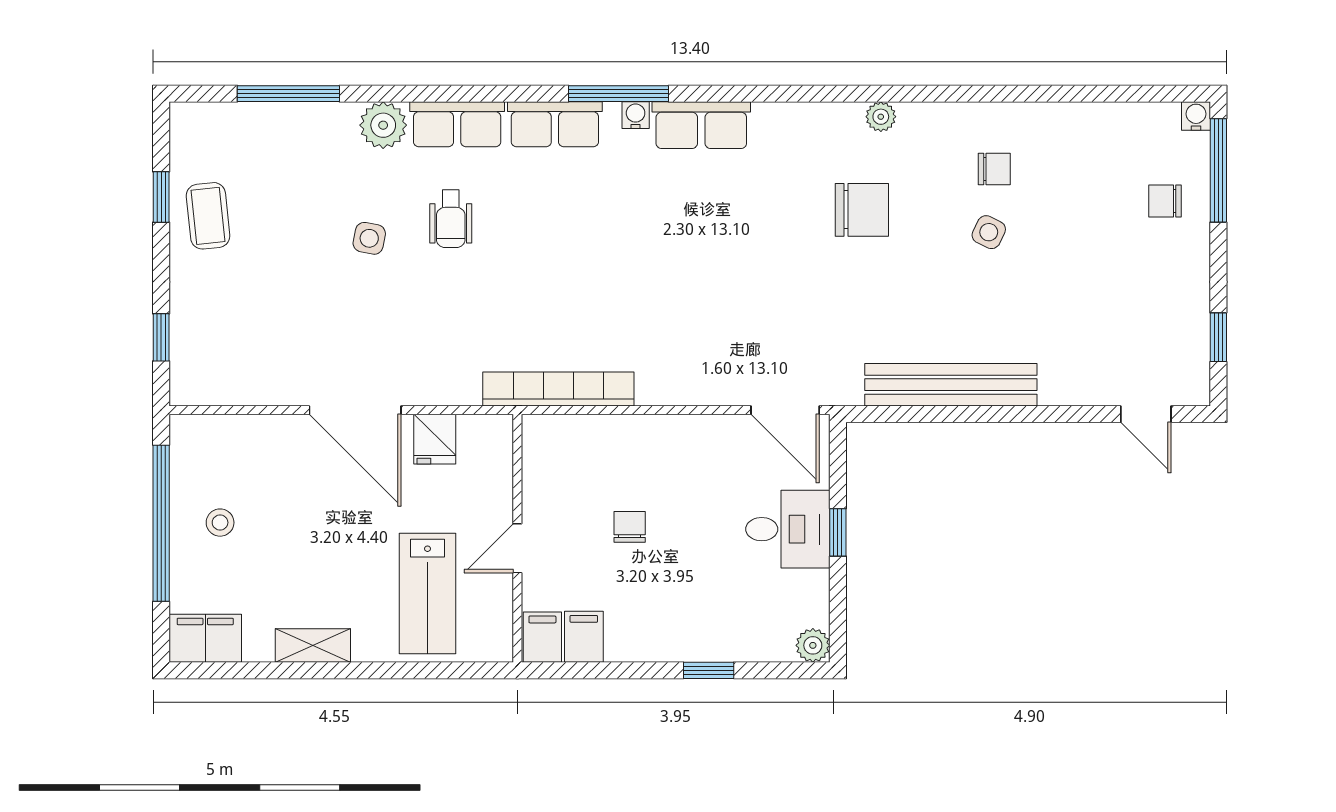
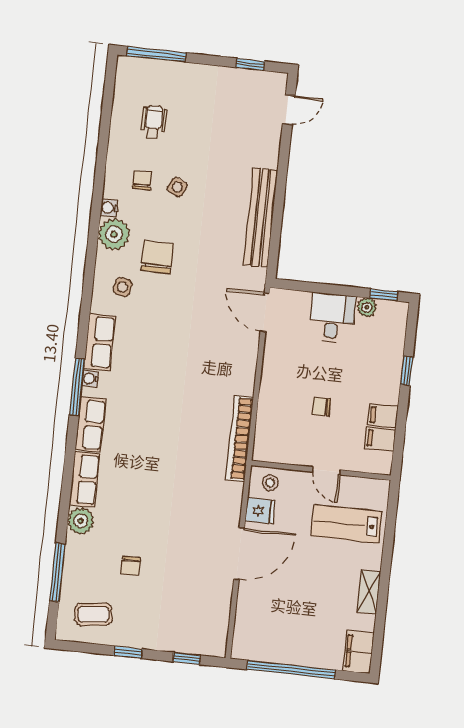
water cooler: (1196, 116) -> (109, 208), moved
plant: (881, 117) -> (114, 234), width x1.87, depth x1.87
window: (161, 197) -> (128, 652), moved
chair: (1165, 201) -> (131, 566), moved
coffee table: (208, 216) -> (93, 614), moved
wheelchair: (451, 219) -> (154, 122), moved, turned -90
side table: (369, 238) -> (122, 287), moved
door: (785, 410) -> (265, 312), swing flipped
stool: (220, 523) -> (270, 483), moved
window: (838, 532) -> (384, 295), moved
lab bench: (428, 593) -> (347, 524), turned 180
filing cabinet: (542, 637) -> (383, 416), moved
plant: (813, 645) -> (367, 307), moved

